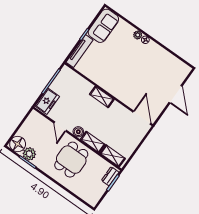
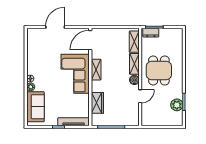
sofa: (103, 26) -> (36, 107), moved, turned 90
corner sofa: (121, 83) -> (75, 74), added
wardrobe: (81, 84) -> (97, 103), added
shelving: (102, 97) -> (96, 70), moved
freezer: (47, 101) -> (128, 119), removed
floor lamp: (18, 144) -> (176, 119), removed
dining table: (71, 160) -> (159, 71), turned 90

